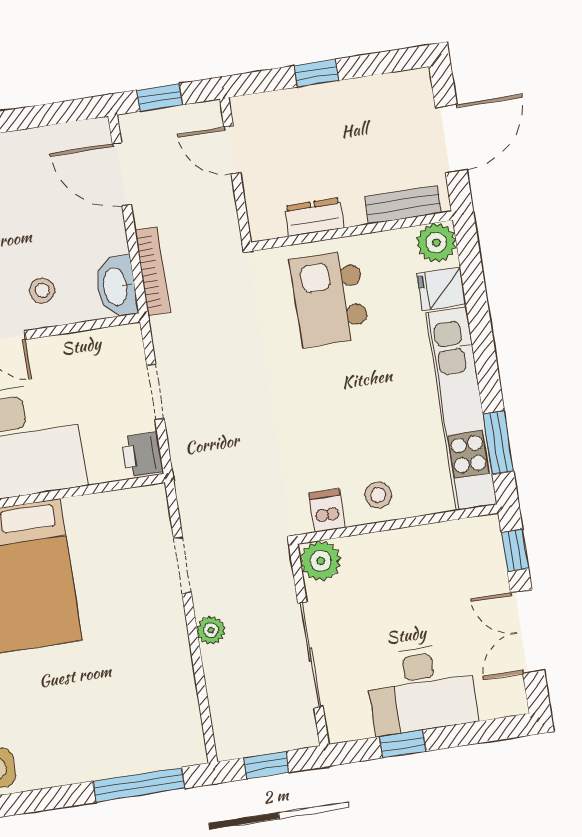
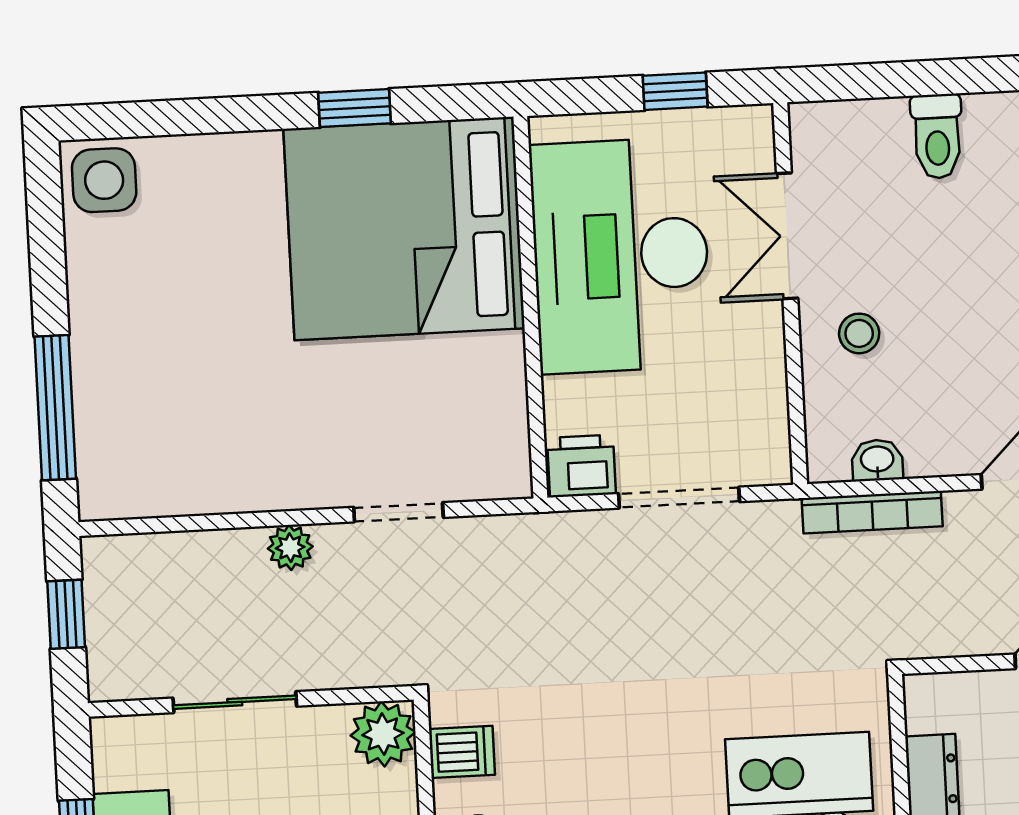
washbasin: (116, 286) -> (877, 460), width x0.52, depth x0.69
doorway: (155, 392) -> (679, 498), width x1.38
sliding door: (310, 655) -> (235, 702), width x0.73

